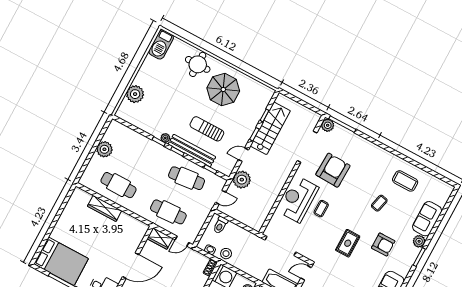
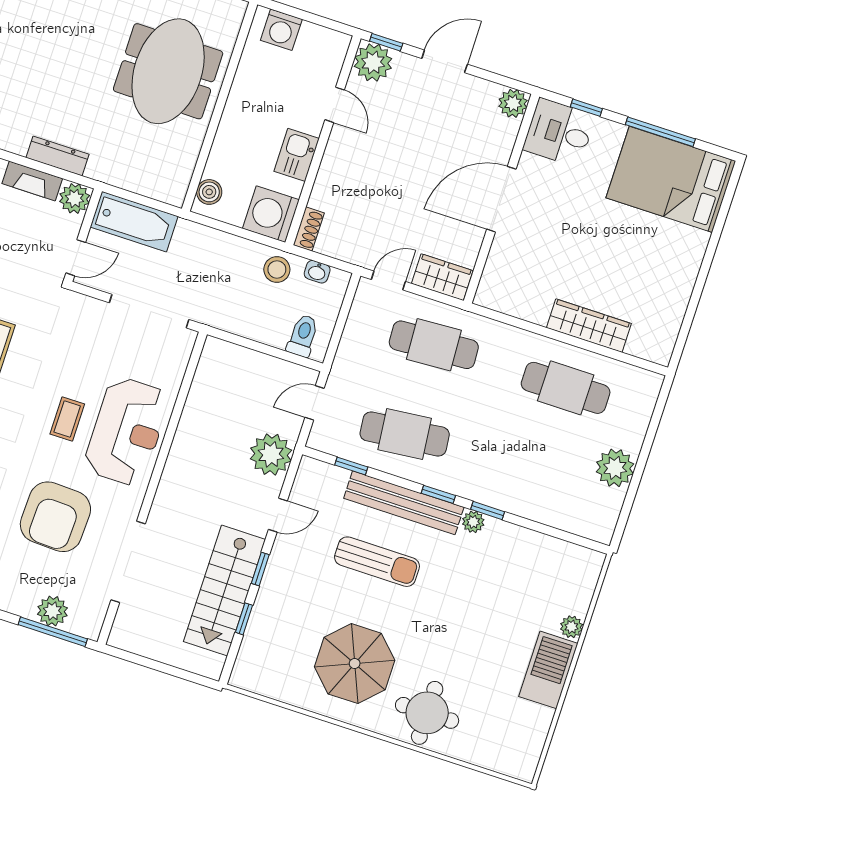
barbecue: (161, 44) -> (548, 670), moved
plant: (135, 94) -> (571, 627), width x0.53, depth x0.53
plant: (328, 125) -> (52, 611), moved

